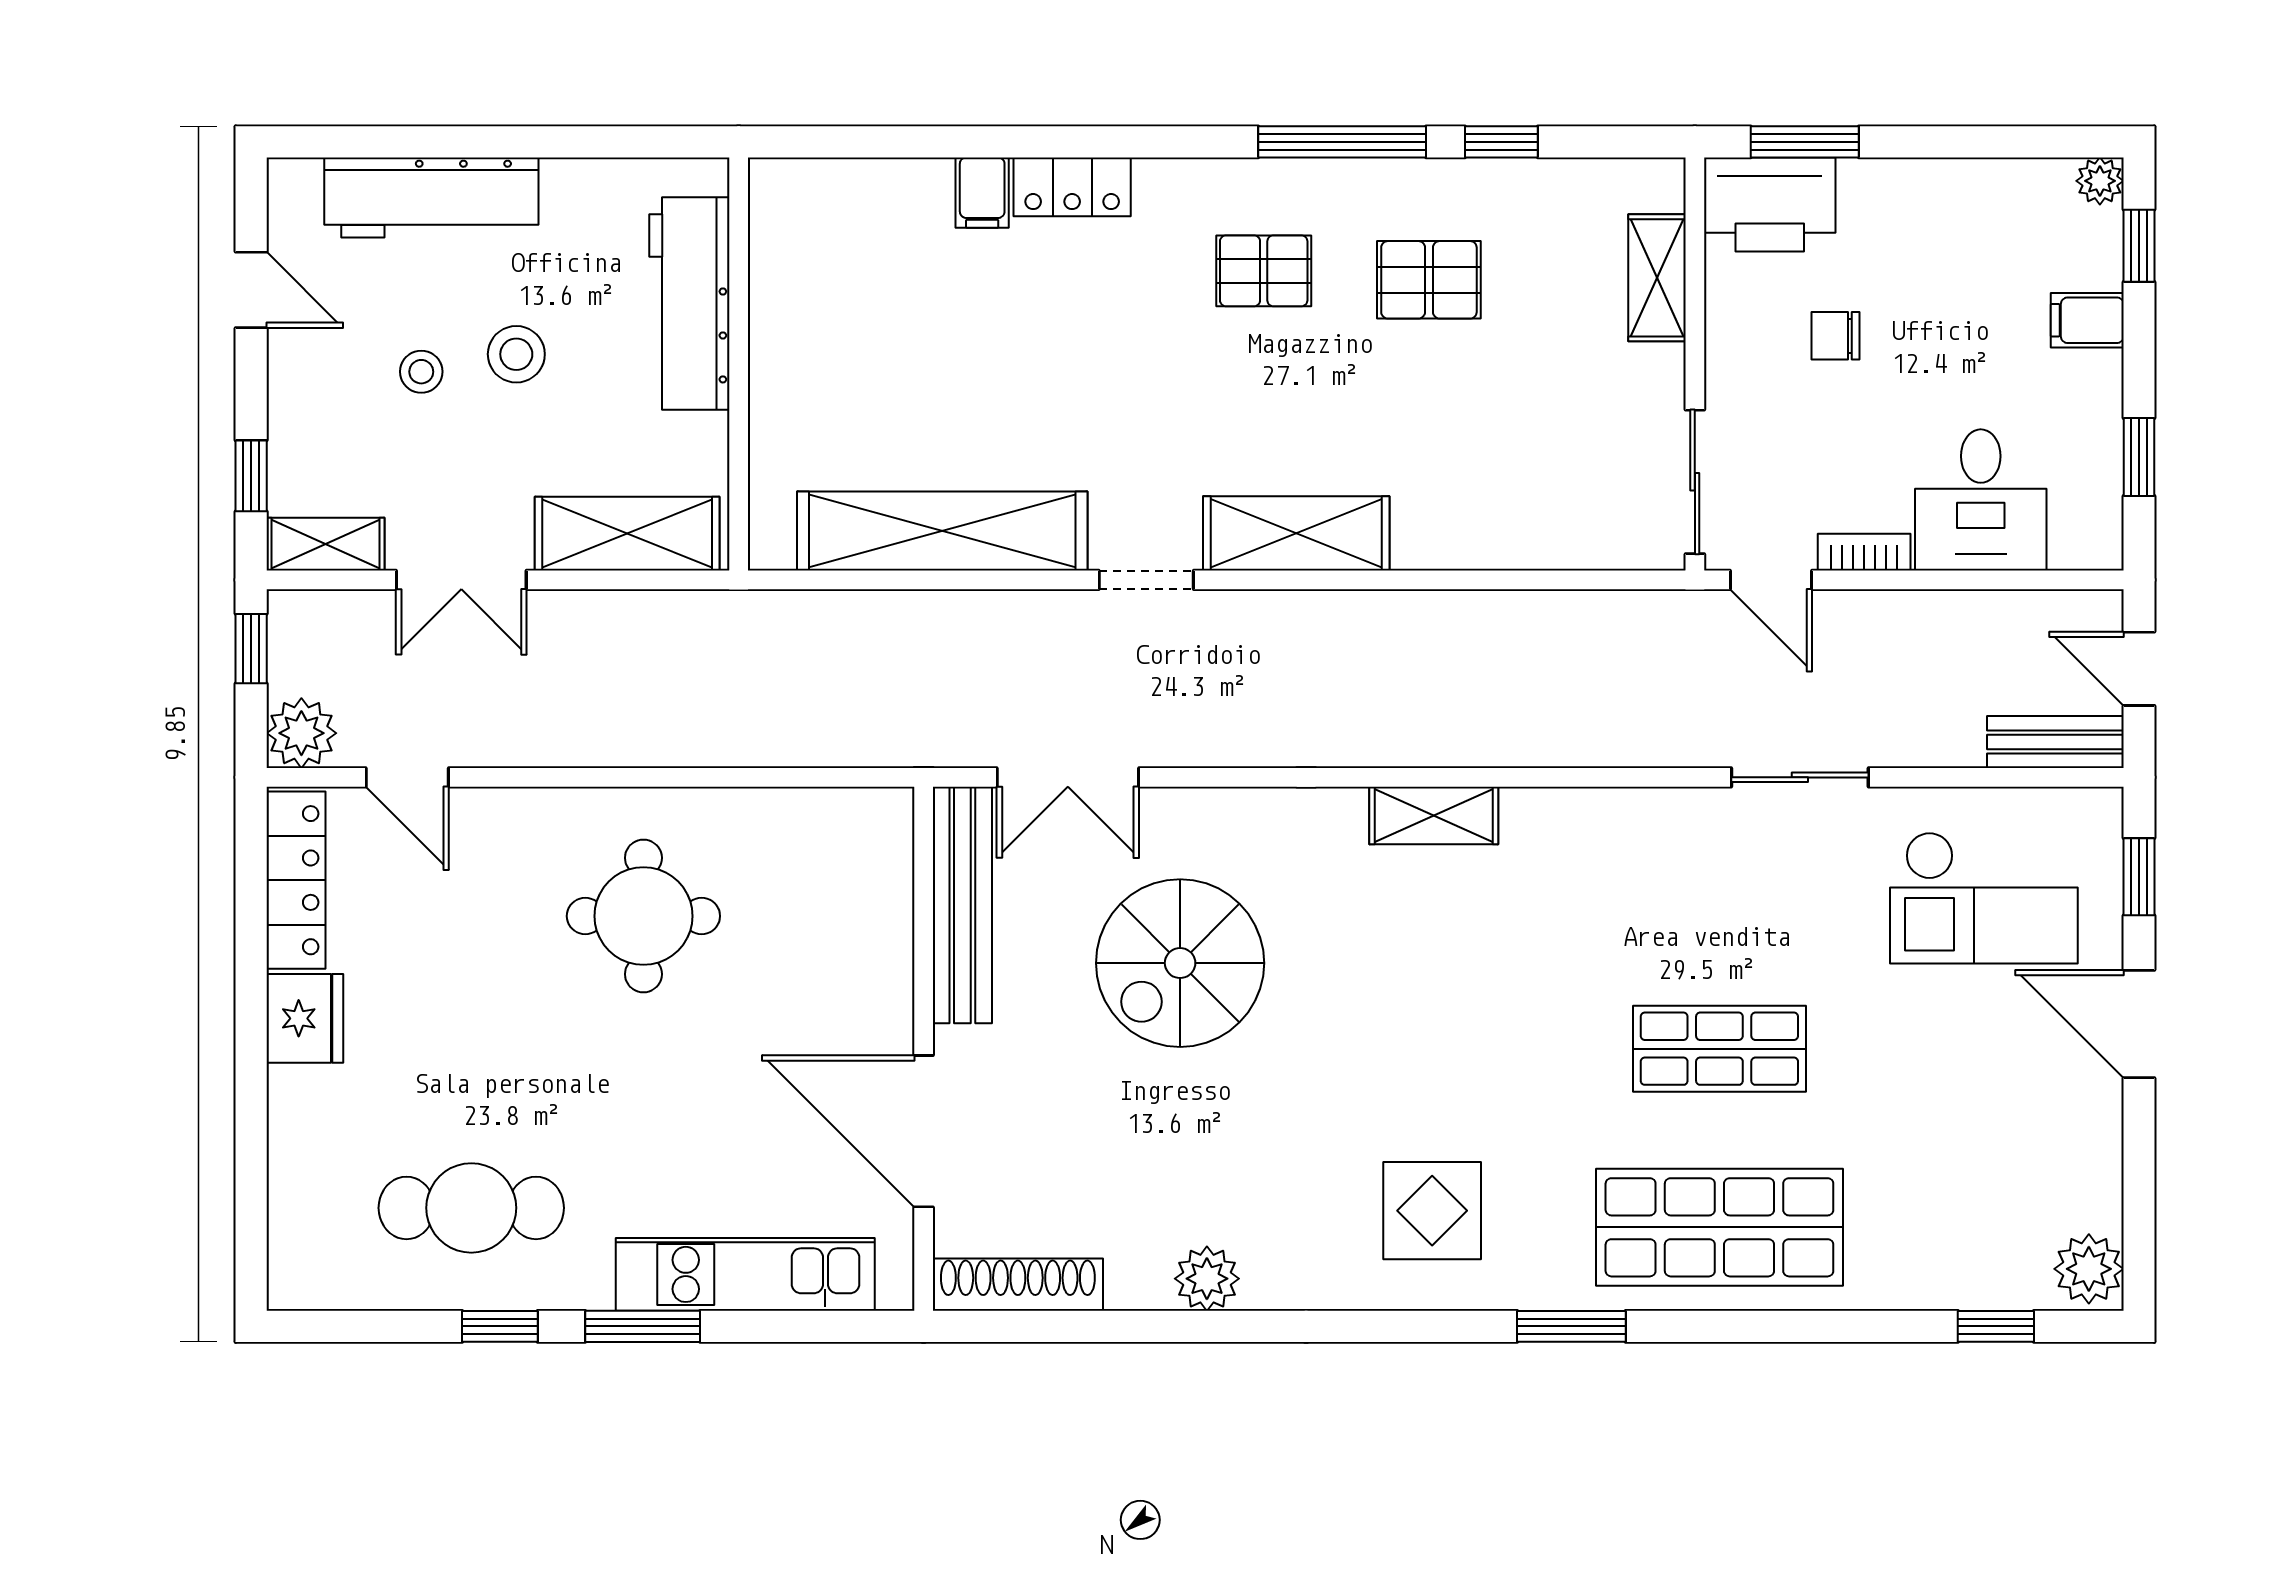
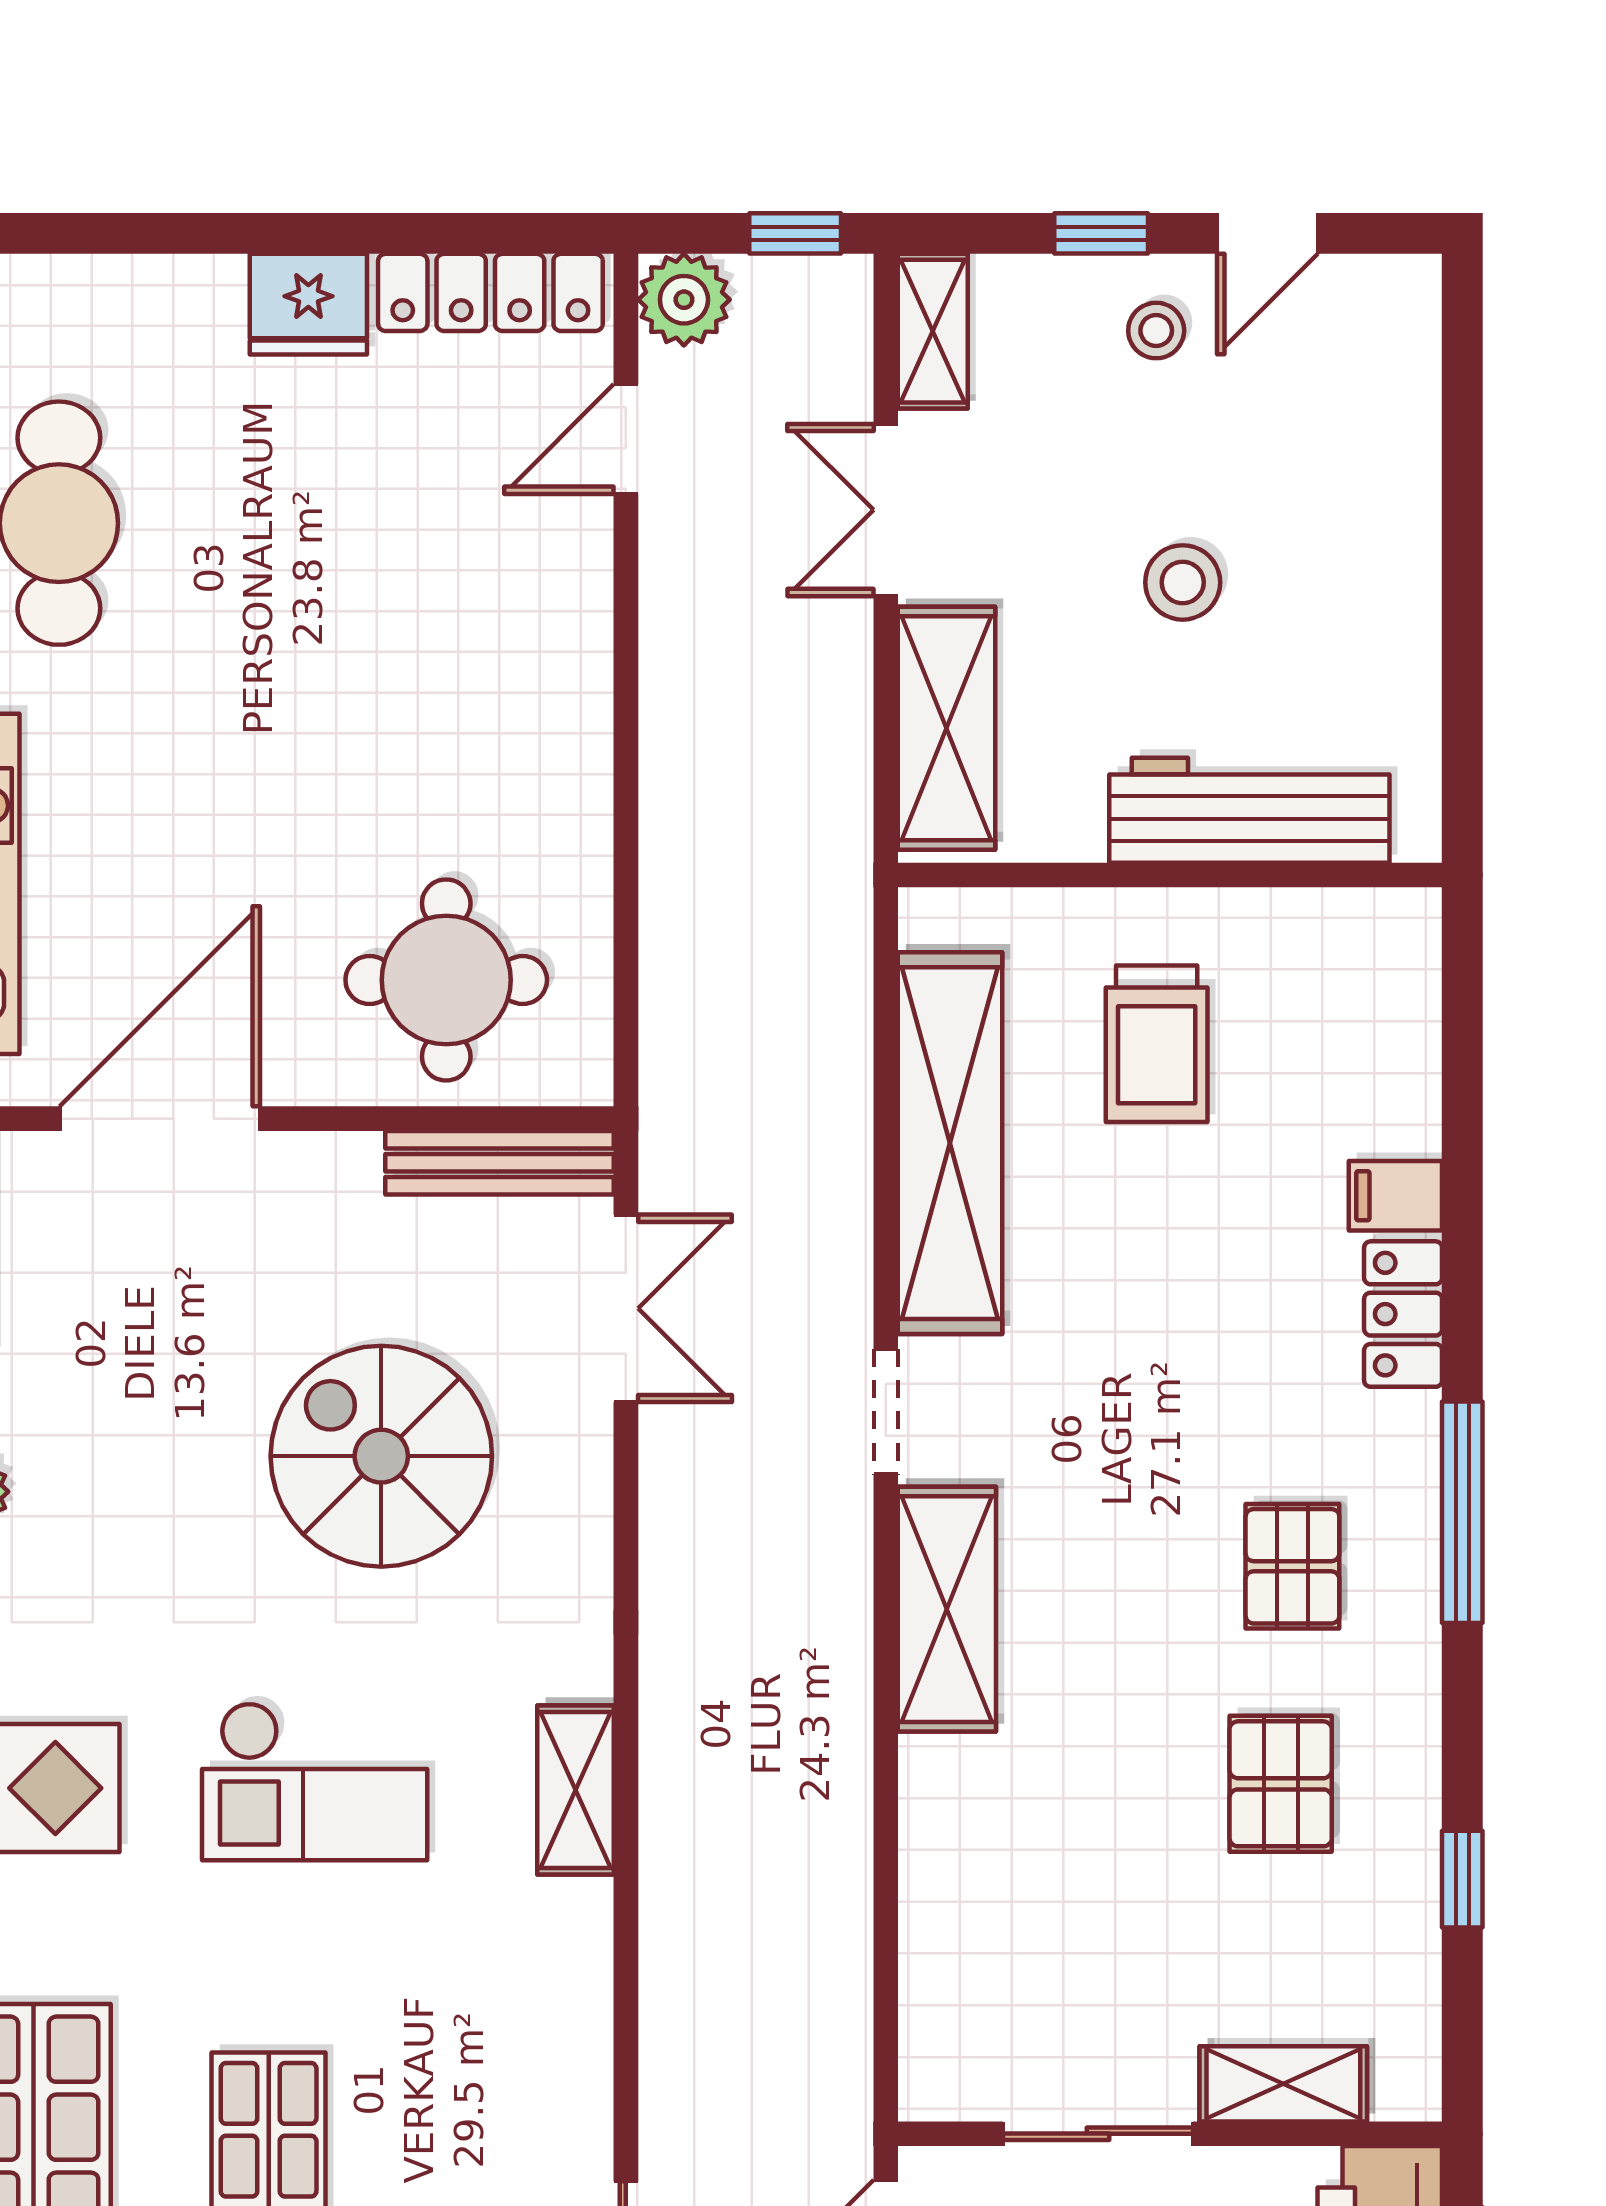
window: (1342, 142) -> (1462, 1512), moved
workbench: (431, 197) -> (1389, 471), removed
stool: (421, 372) -> (1156, 331), moved
trolley: (867, 374) -> (1157, 1044), added
window: (251, 476) -> (1101, 233), moved
sliding door: (1695, 482) -> (1098, 2134), moved
double door: (1068, 777) -> (626, 1308), swing flipped
bench: (962, 905) -> (500, 1163), width x0.73, depth x0.82
round table: (643, 916) -> (446, 980), moved
checkout: (1427, 1014) -> (315, 1781), added

